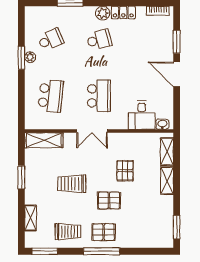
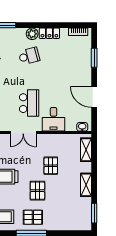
door: (177, 74) -> (94, 97), moved
desk: (142, 115) -> (54, 119), moved
shelving: (167, 181) -> (86, 185), moved
pallet: (109, 200) -> (37, 191), turned 90

